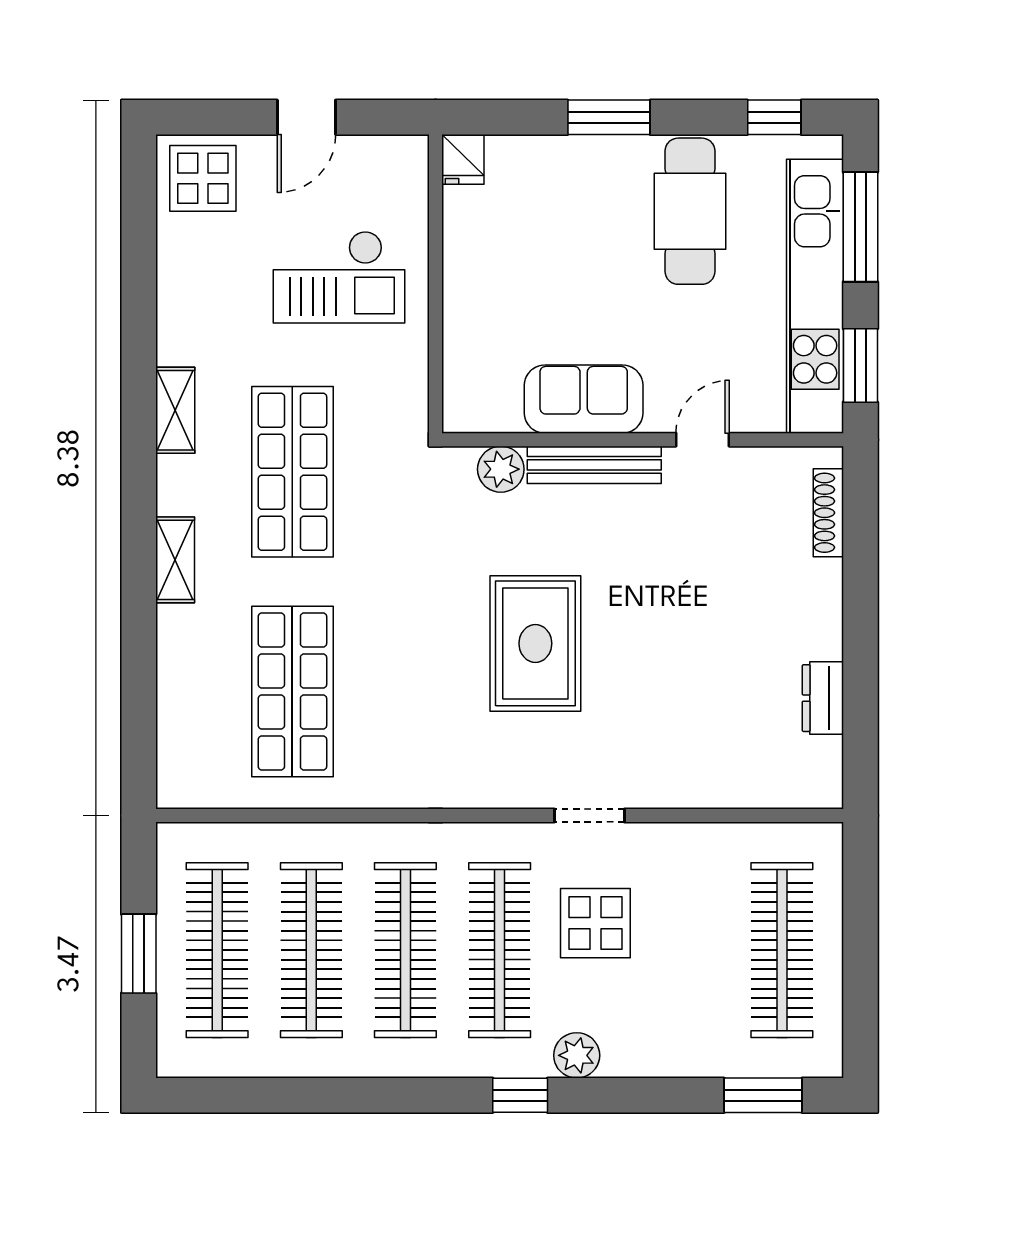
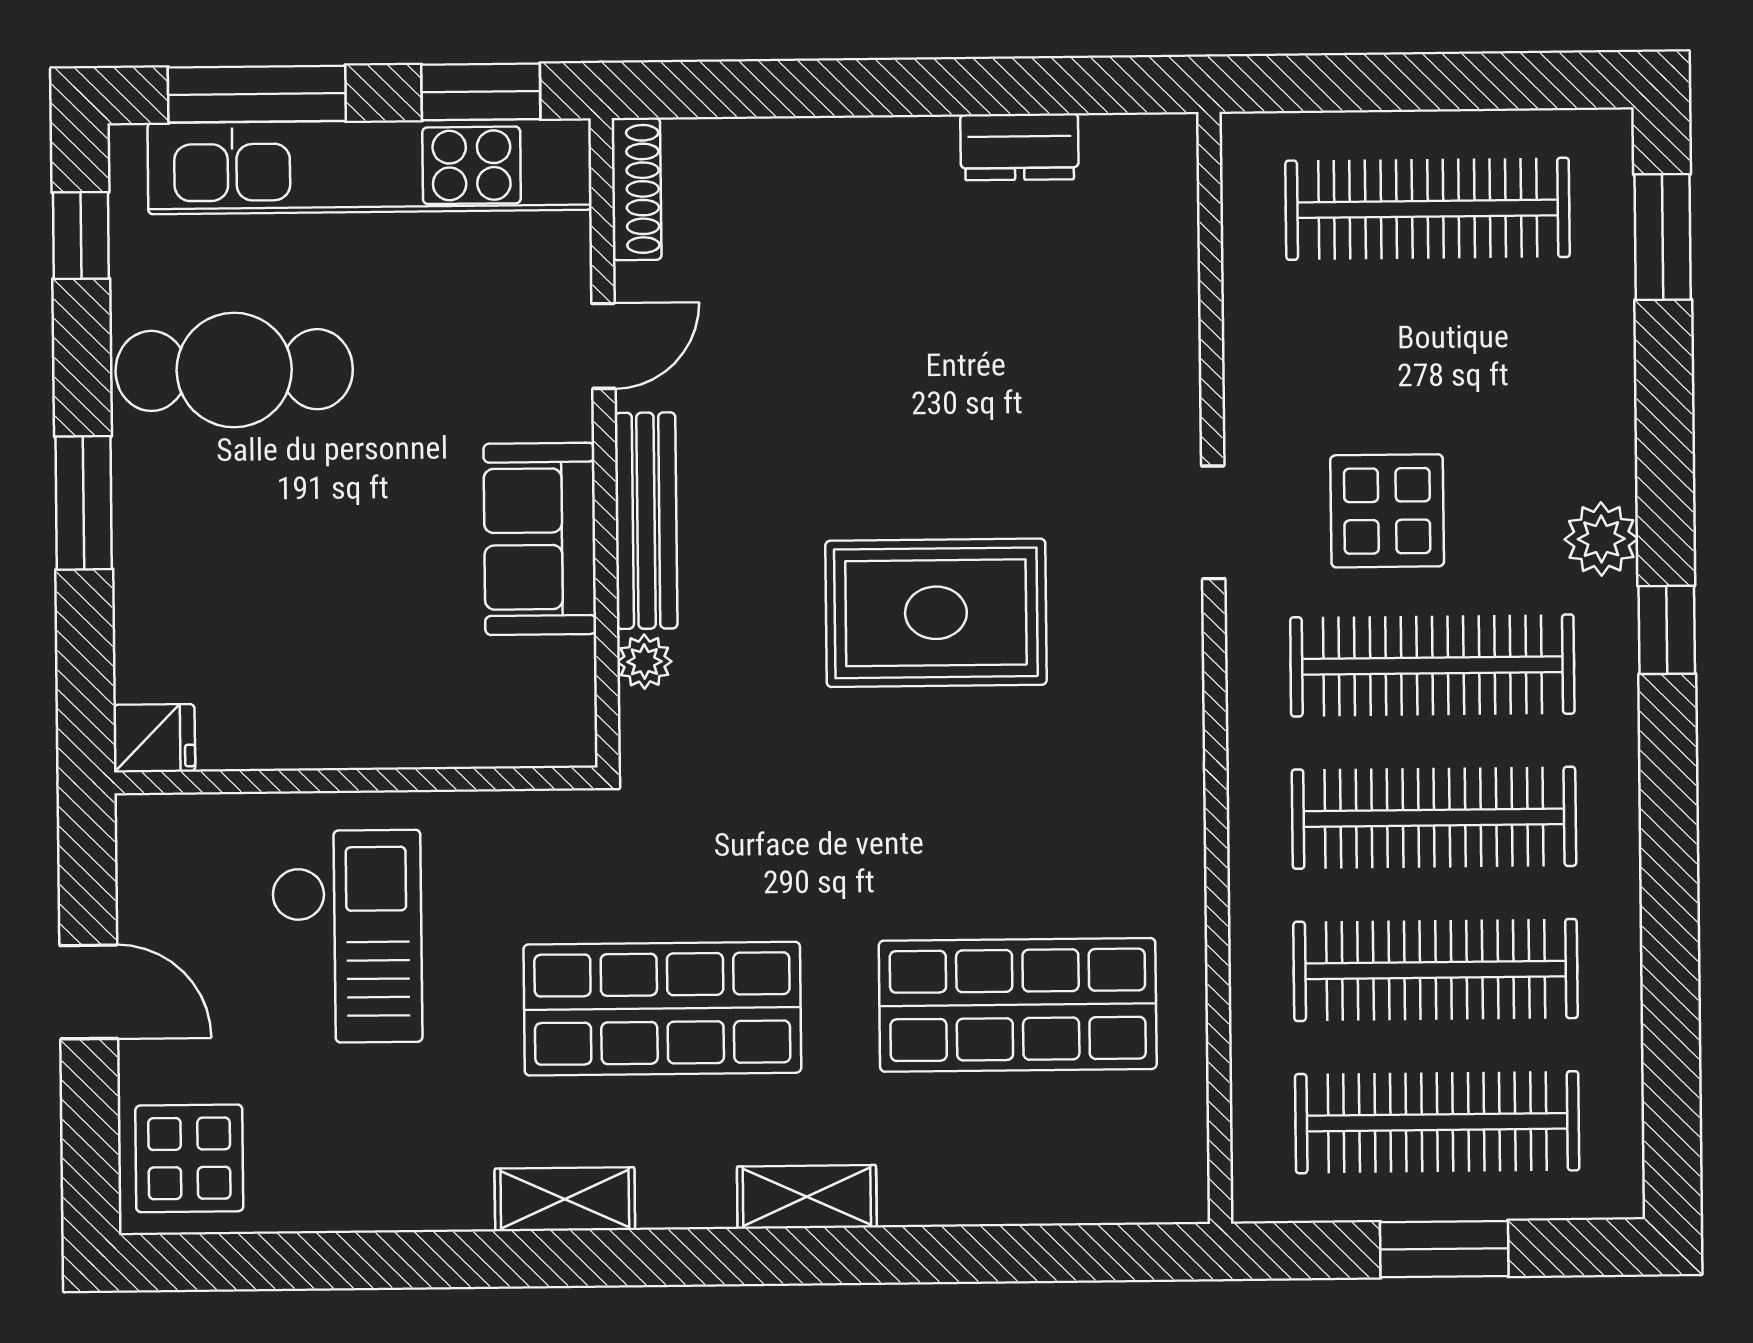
door: (702, 440) -> (604, 346), swing flipped
plant: (501, 469) -> (644, 662), width x0.73, depth x0.73
shoe rack: (828, 513) -> (636, 189), moved, turned -90

